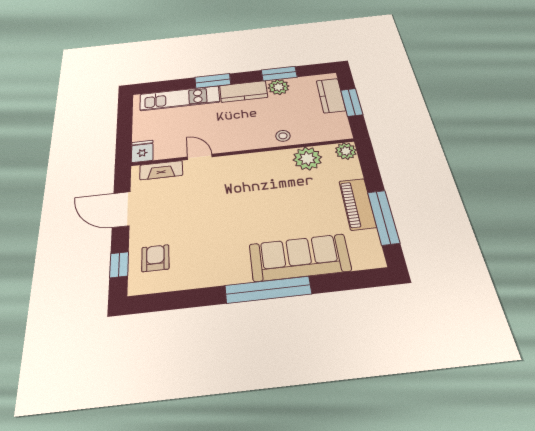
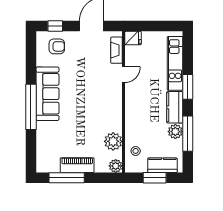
window: (279, 74) -> (188, 134), width x1.44
stool: (283, 136) -> (136, 151), moved
sofa: (300, 257) -> (47, 94), moved

